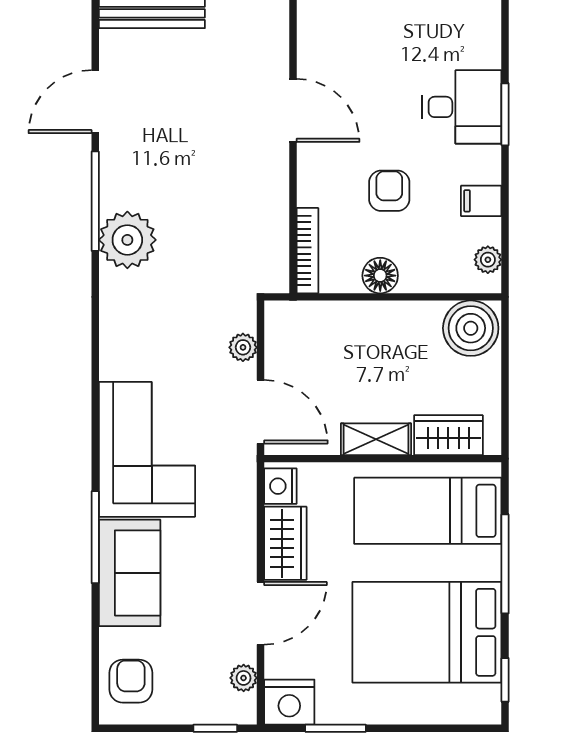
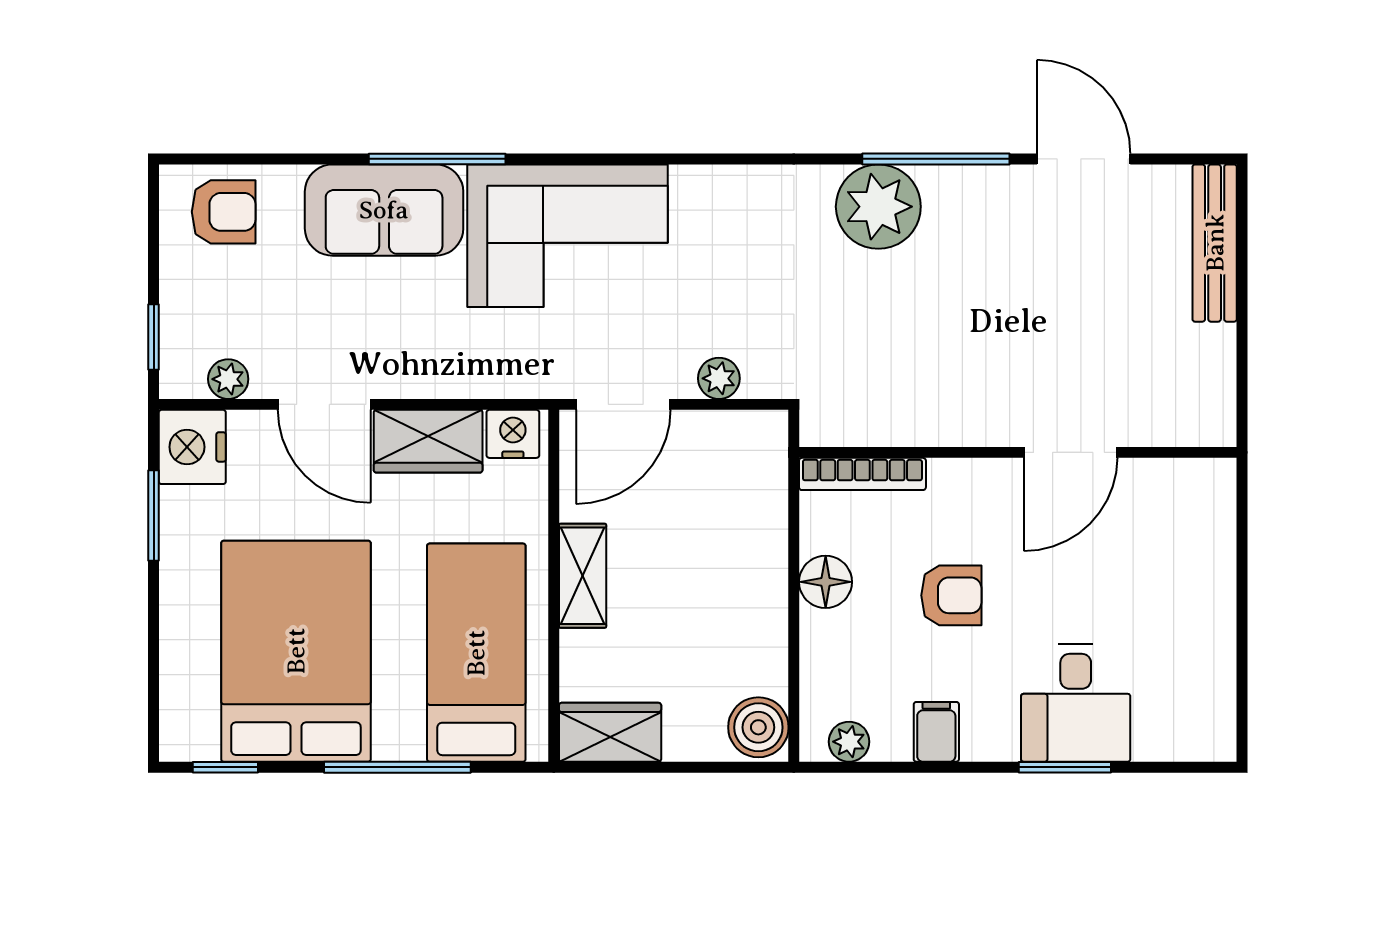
boiler: (471, 328) -> (758, 727), width x0.73, depth x0.73
wardrobe: (448, 435) -> (610, 732), moved, turned -90

